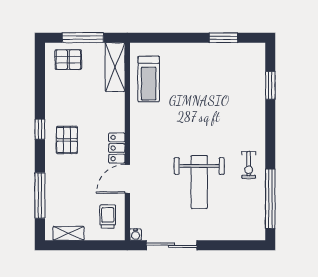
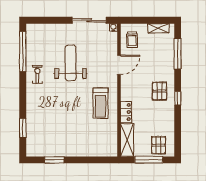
pallet: (68, 60) -> (159, 145), turned 90
treadmill: (149, 79) -> (101, 103), moved, turned 180
locker: (117, 148) -> (126, 112), moved

